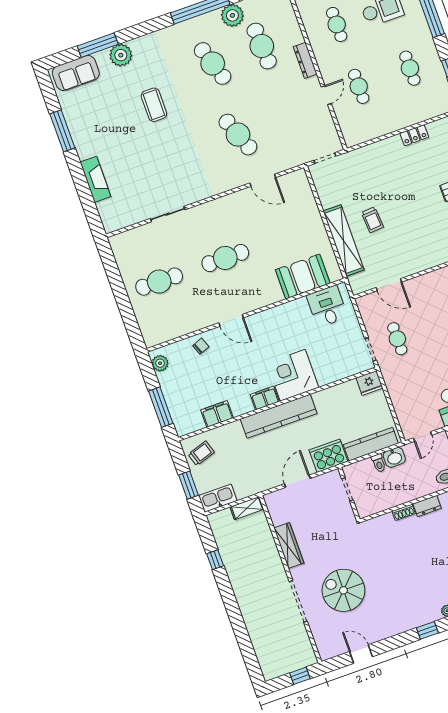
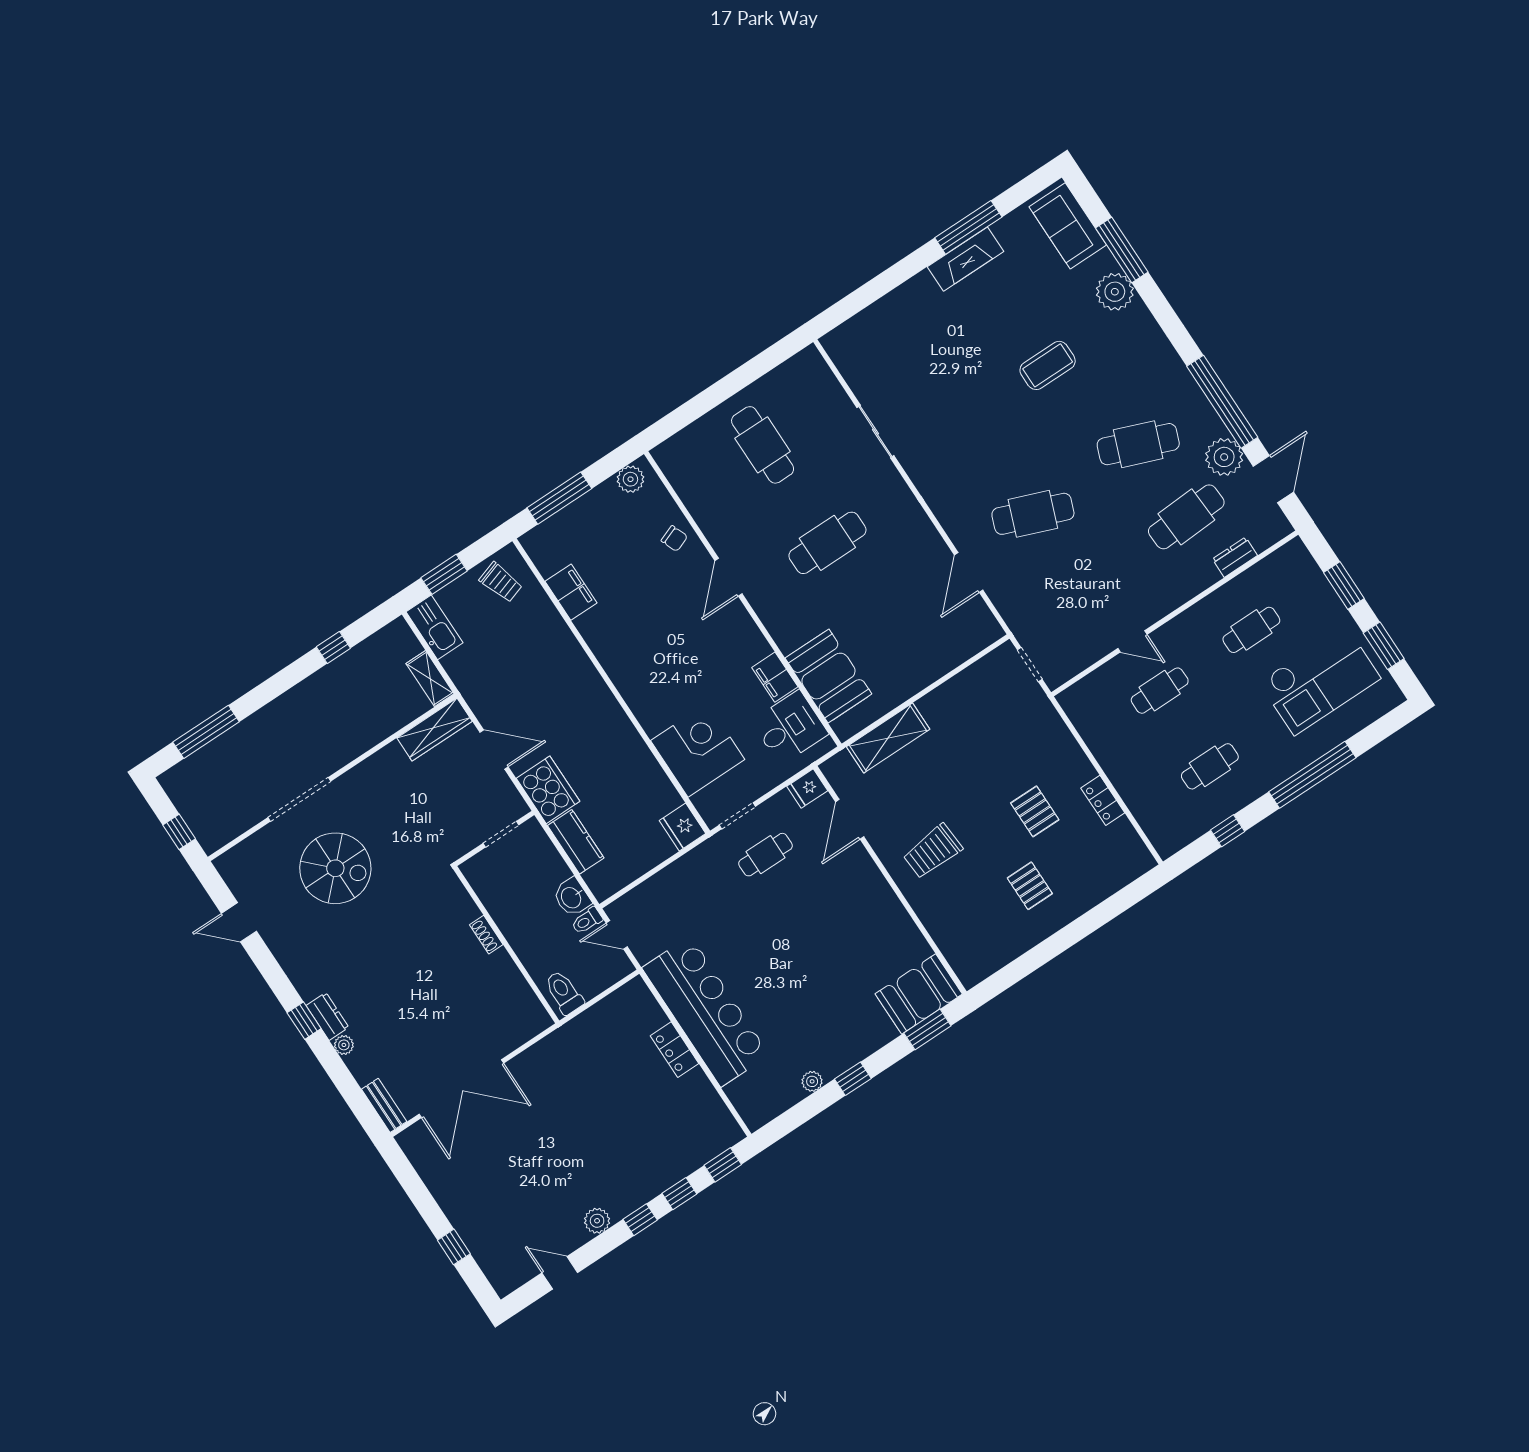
dresser: (305, 60) -> (1235, 557), moved, width x0.70
cafe table: (213, 63) -> (1138, 444), turned 39
cafe table: (238, 135) -> (1033, 514), turned 42
pallet: (411, 176) -> (1035, 811), added
fireplace: (95, 179) -> (965, 259), moved
trolley: (372, 220) -> (933, 851), moved, width x1.36, depth x1.39
shelving: (344, 240) -> (888, 738), width x0.68
cafe table: (225, 258) -> (827, 543), turned 90
fridge: (365, 305) -> (807, 788), added
corner desk: (293, 375) -> (698, 750), moved
filing cabinet: (265, 398) -> (775, 677), moved, turned 180
kitchen counter: (279, 416) -> (592, 693), removed
kitchen counter: (371, 444) -> (576, 842), width x0.67
toilet: (379, 463) -> (587, 921), moved
dresser: (427, 506) -> (327, 1016), moved, turned 180
wardrobe: (289, 546) -> (435, 730), moved
spiral stairs: (343, 590) -> (335, 868), turned 90
window: (246, 646) -> (206, 732), added
door: (361, 654) -> (239, 922), swing flipped

